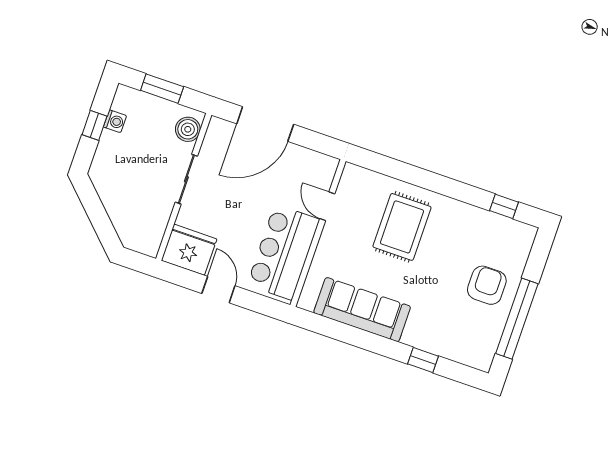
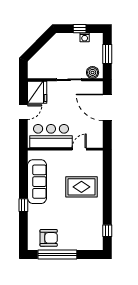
armchair: (487, 285) -> (49, 238), moved
window: (423, 360) -> (23, 205), moved

